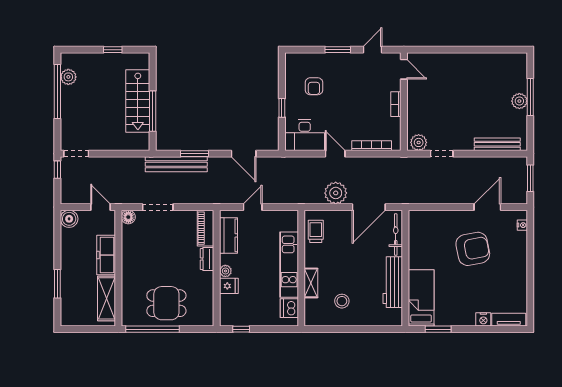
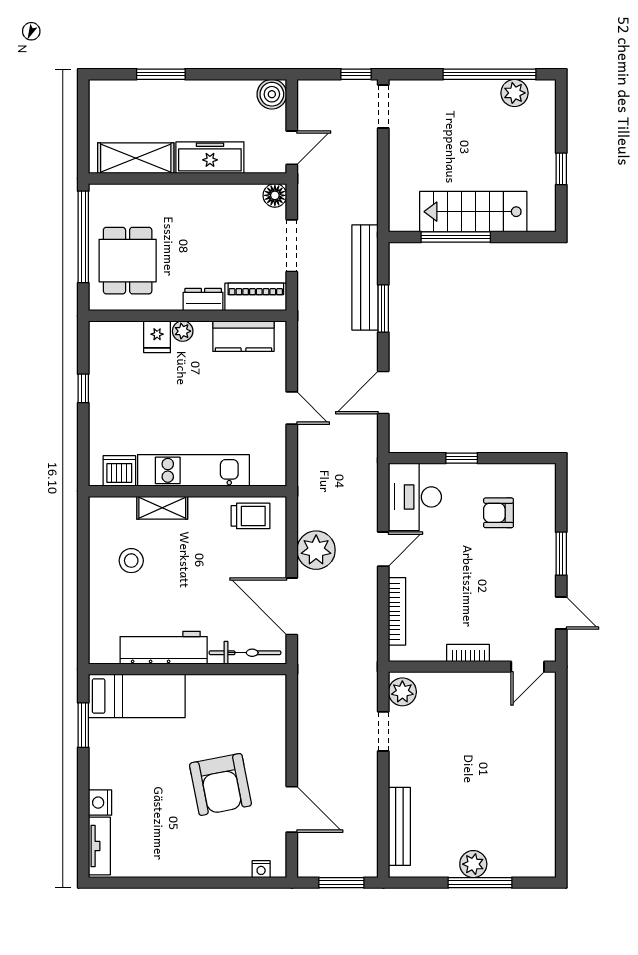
piano: (205, 228) -> (256, 297), moved
kitchen counter: (228, 235) -> (243, 336), moved
dresser: (207, 259) -> (203, 300), moved
wall: (217, 268) -> (188, 316), moved
plant: (225, 271) -> (183, 331), moved
fridge: (229, 286) -> (157, 337), moved

